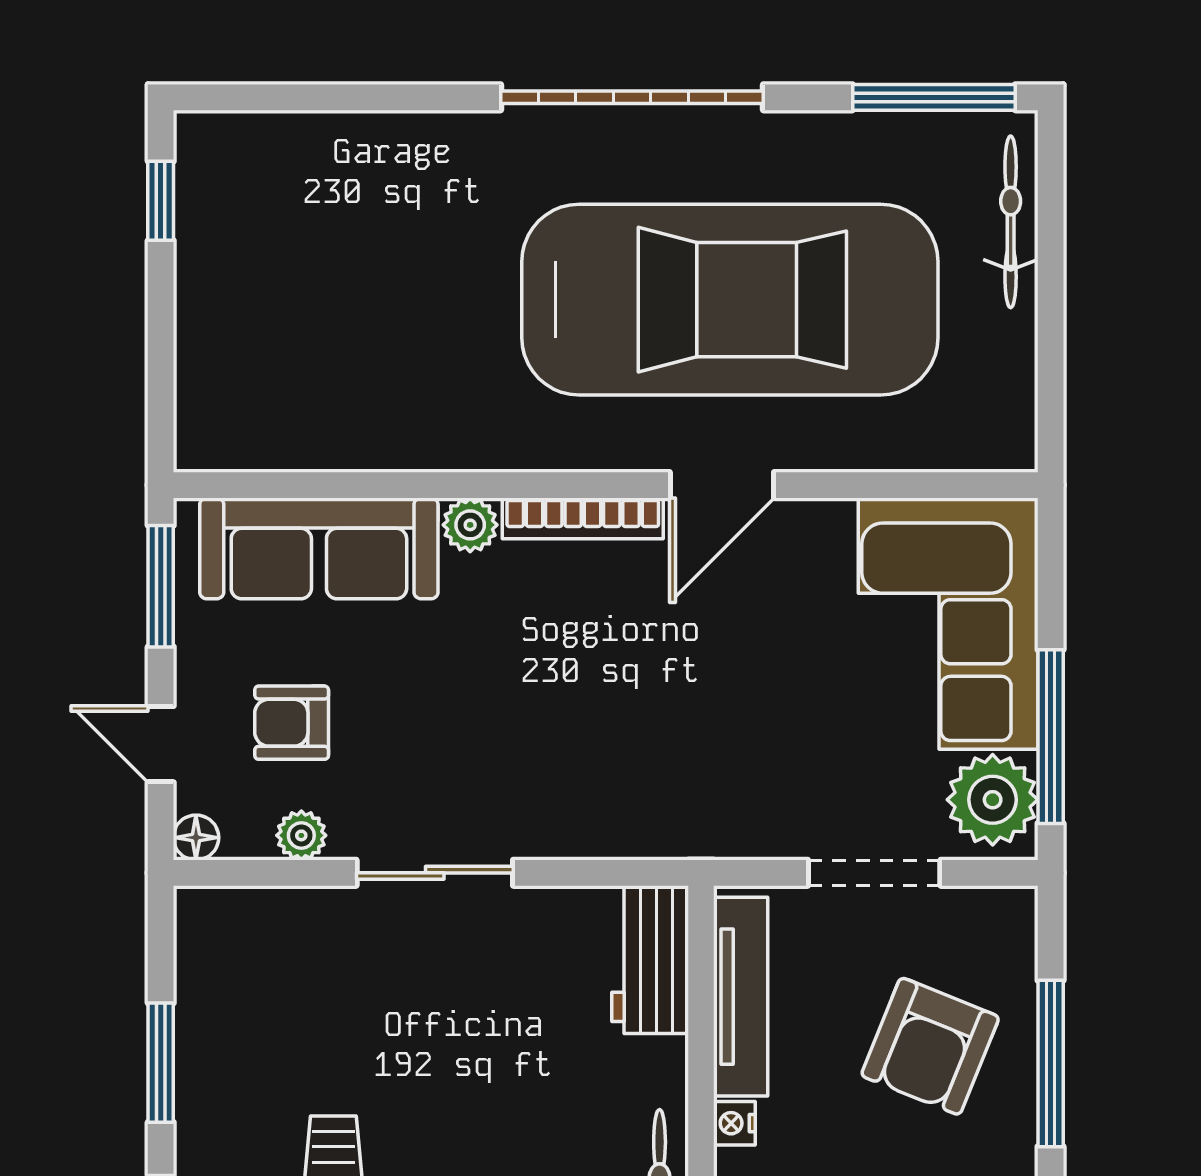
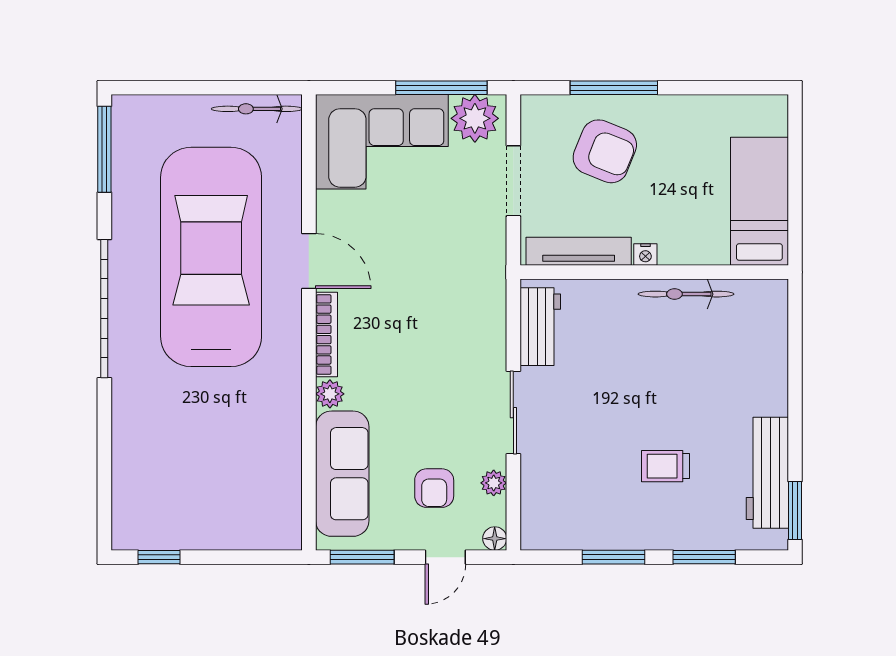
bicycle: (1011, 222) -> (257, 109), moved
workbench: (650, 960) -> (540, 327), moved, turned -90

